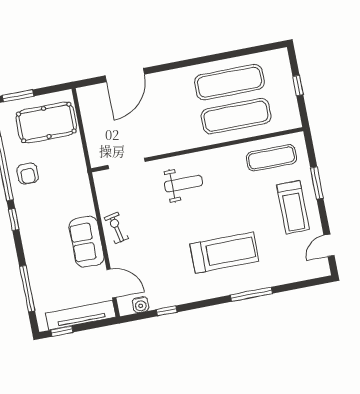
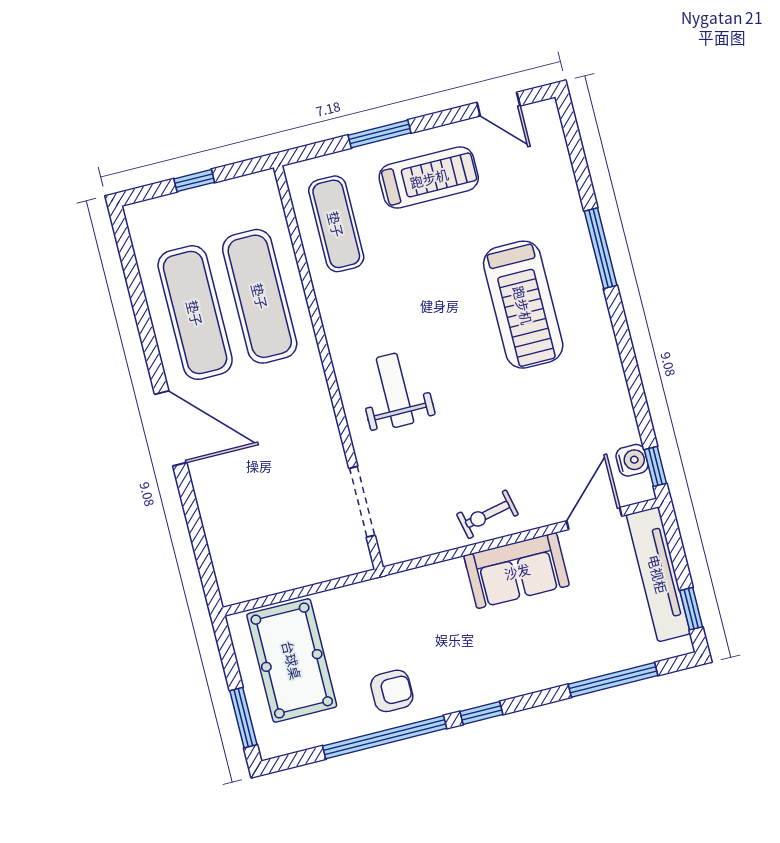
door: (125, 75) -> (171, 428), moved
treadmill: (224, 253) -> (523, 305), turned 180
window: (167, 311) -> (655, 466), moved

